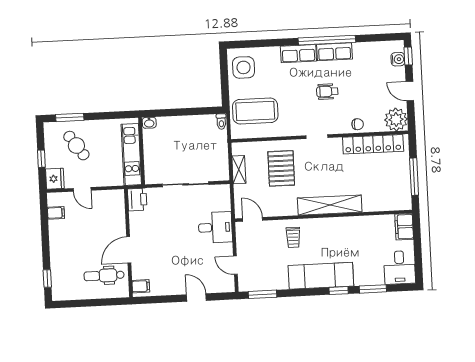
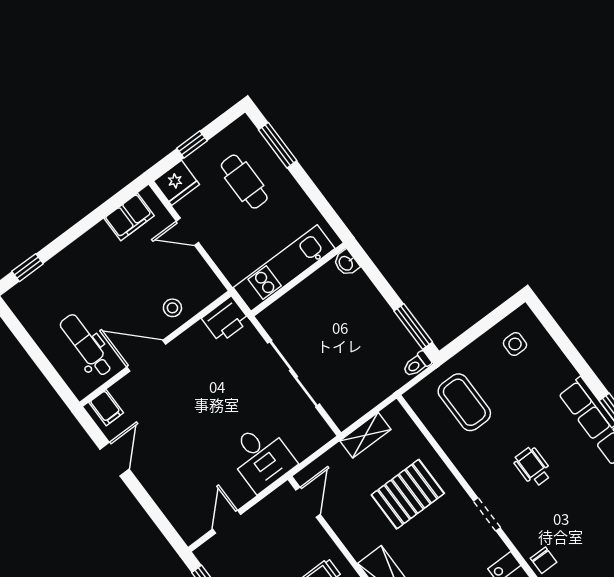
side table: (244, 67) -> (515, 344), width x0.54, depth x0.54
wheelchair: (327, 92) -> (533, 467), moved
window: (202, 111) -> (413, 326), added
coffee table: (255, 111) -> (464, 402), width x0.73, depth x0.76
cafe table: (76, 146) -> (244, 182), turned -55
door: (82, 189) -> (187, 232), hinge flipped
filing cabinet: (56, 213) -> (129, 217), width x2.00
stool: (114, 222) -> (172, 308), added
door: (196, 298) -> (115, 459), moved

